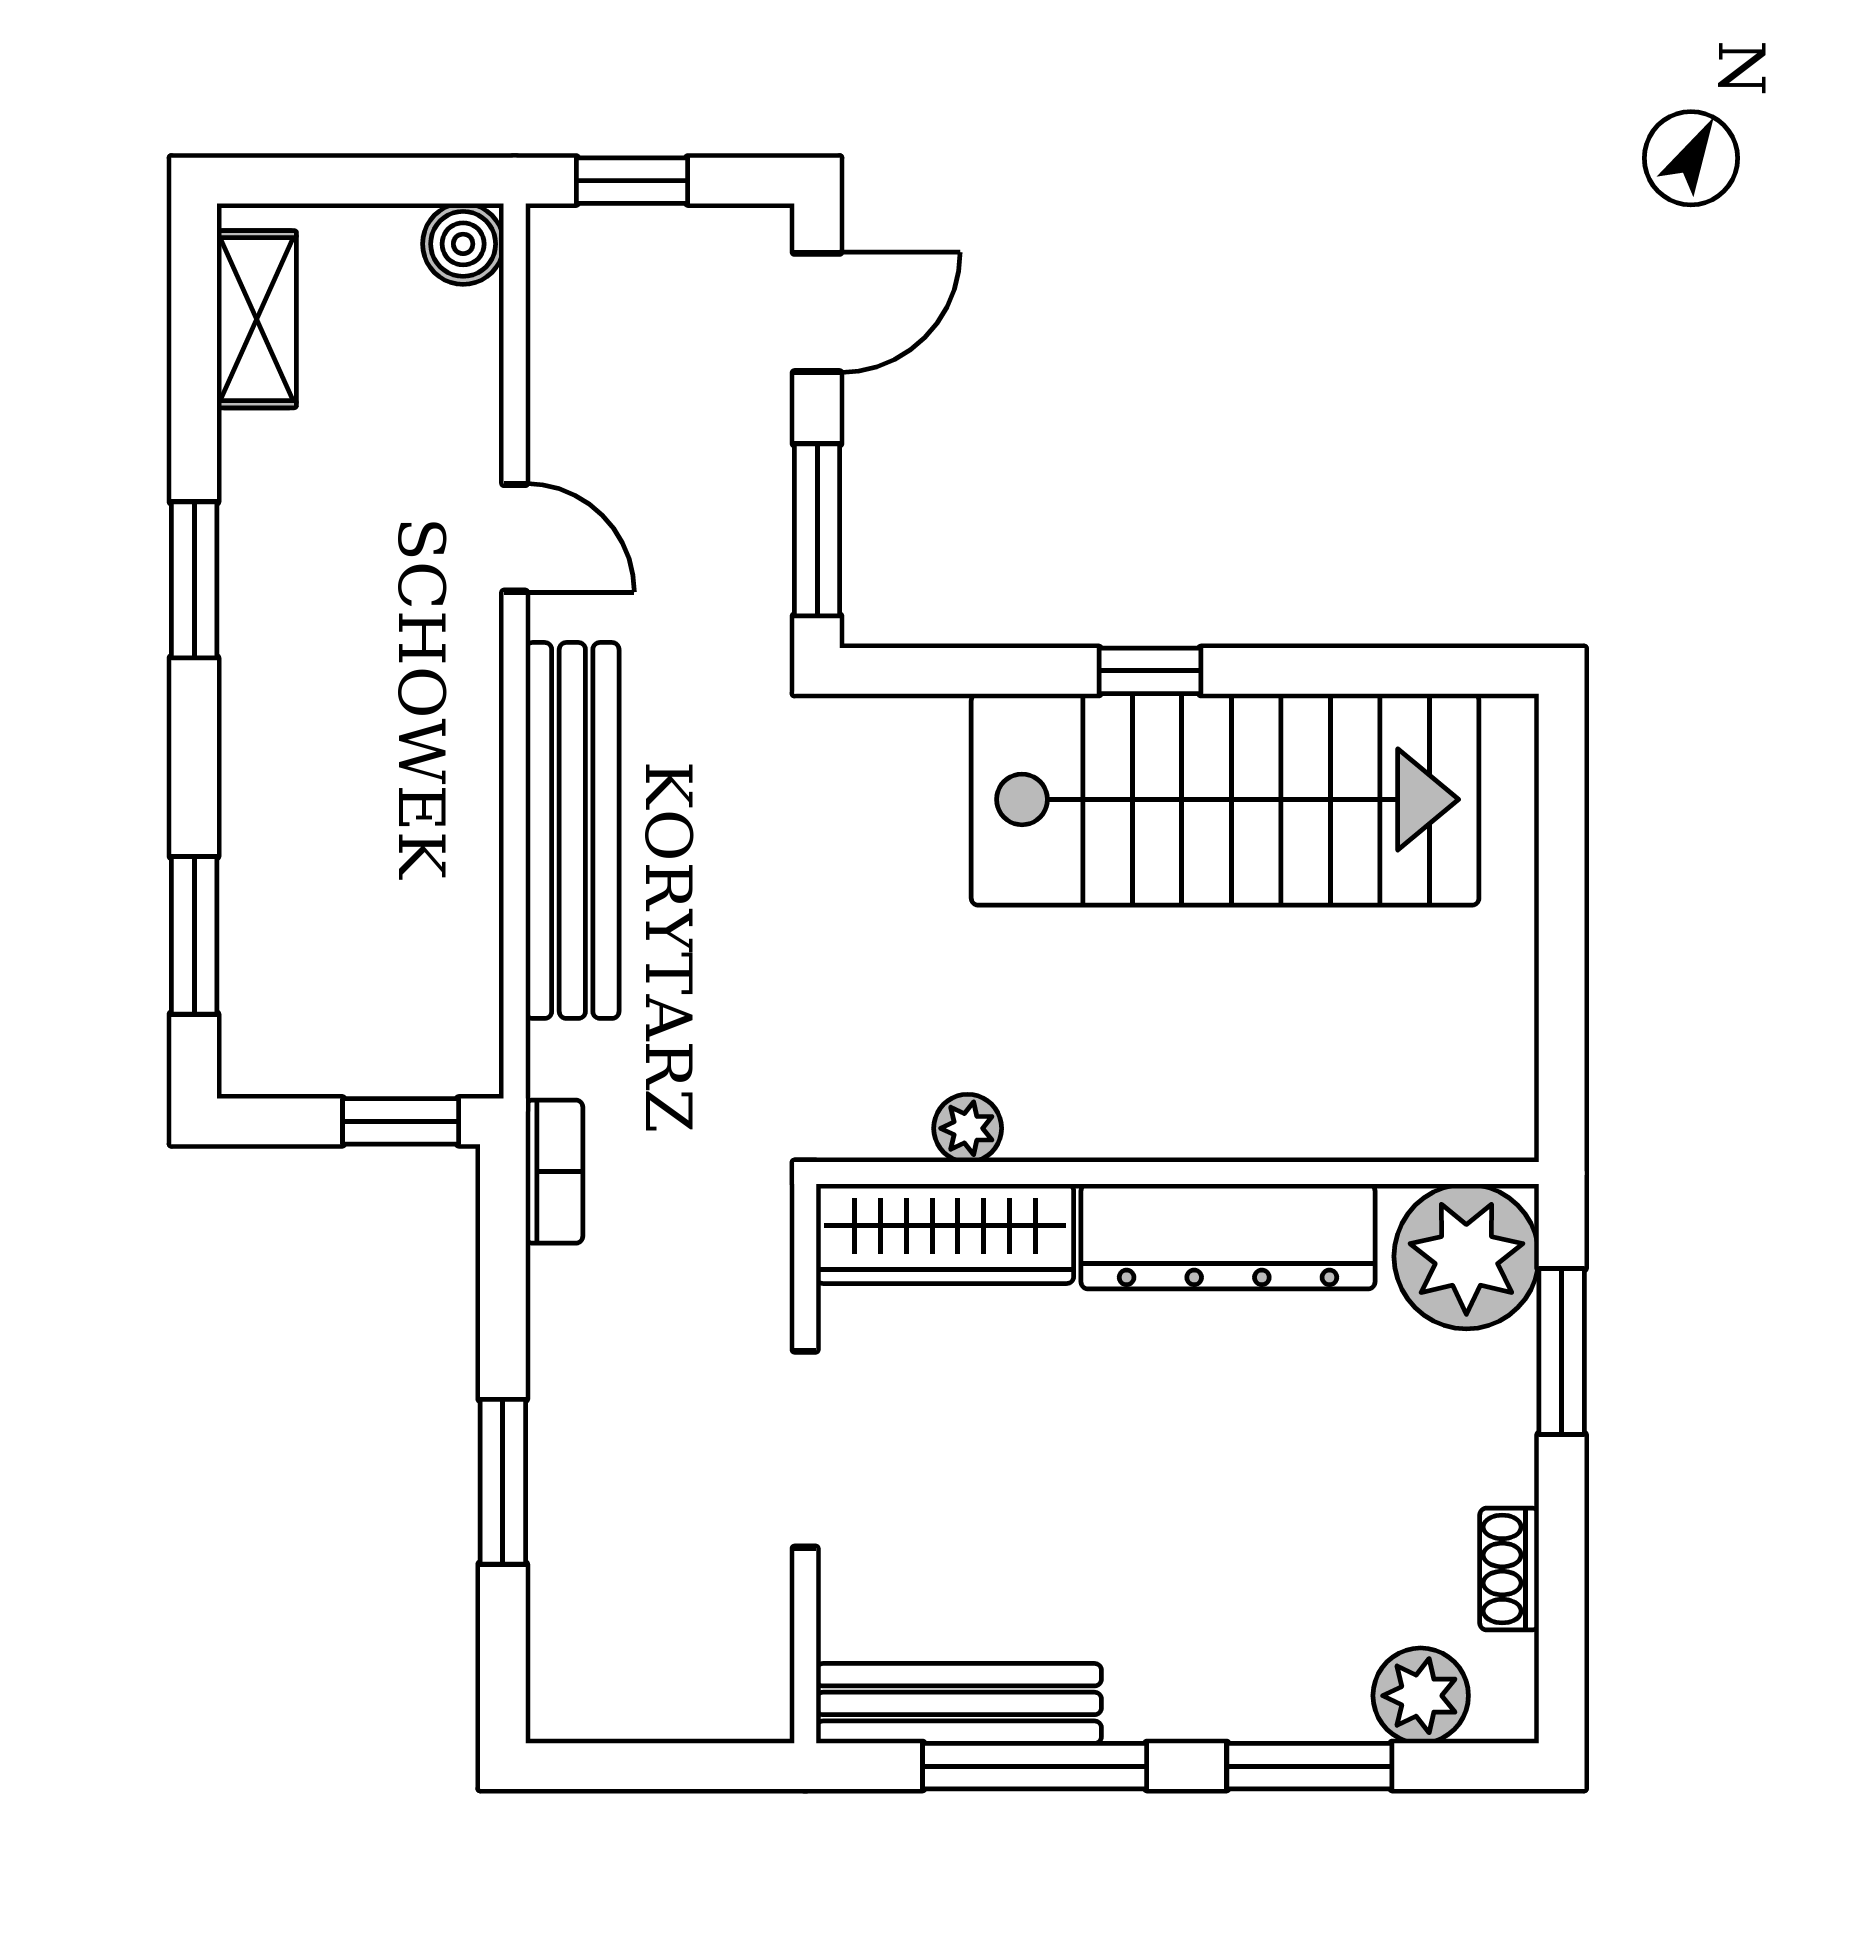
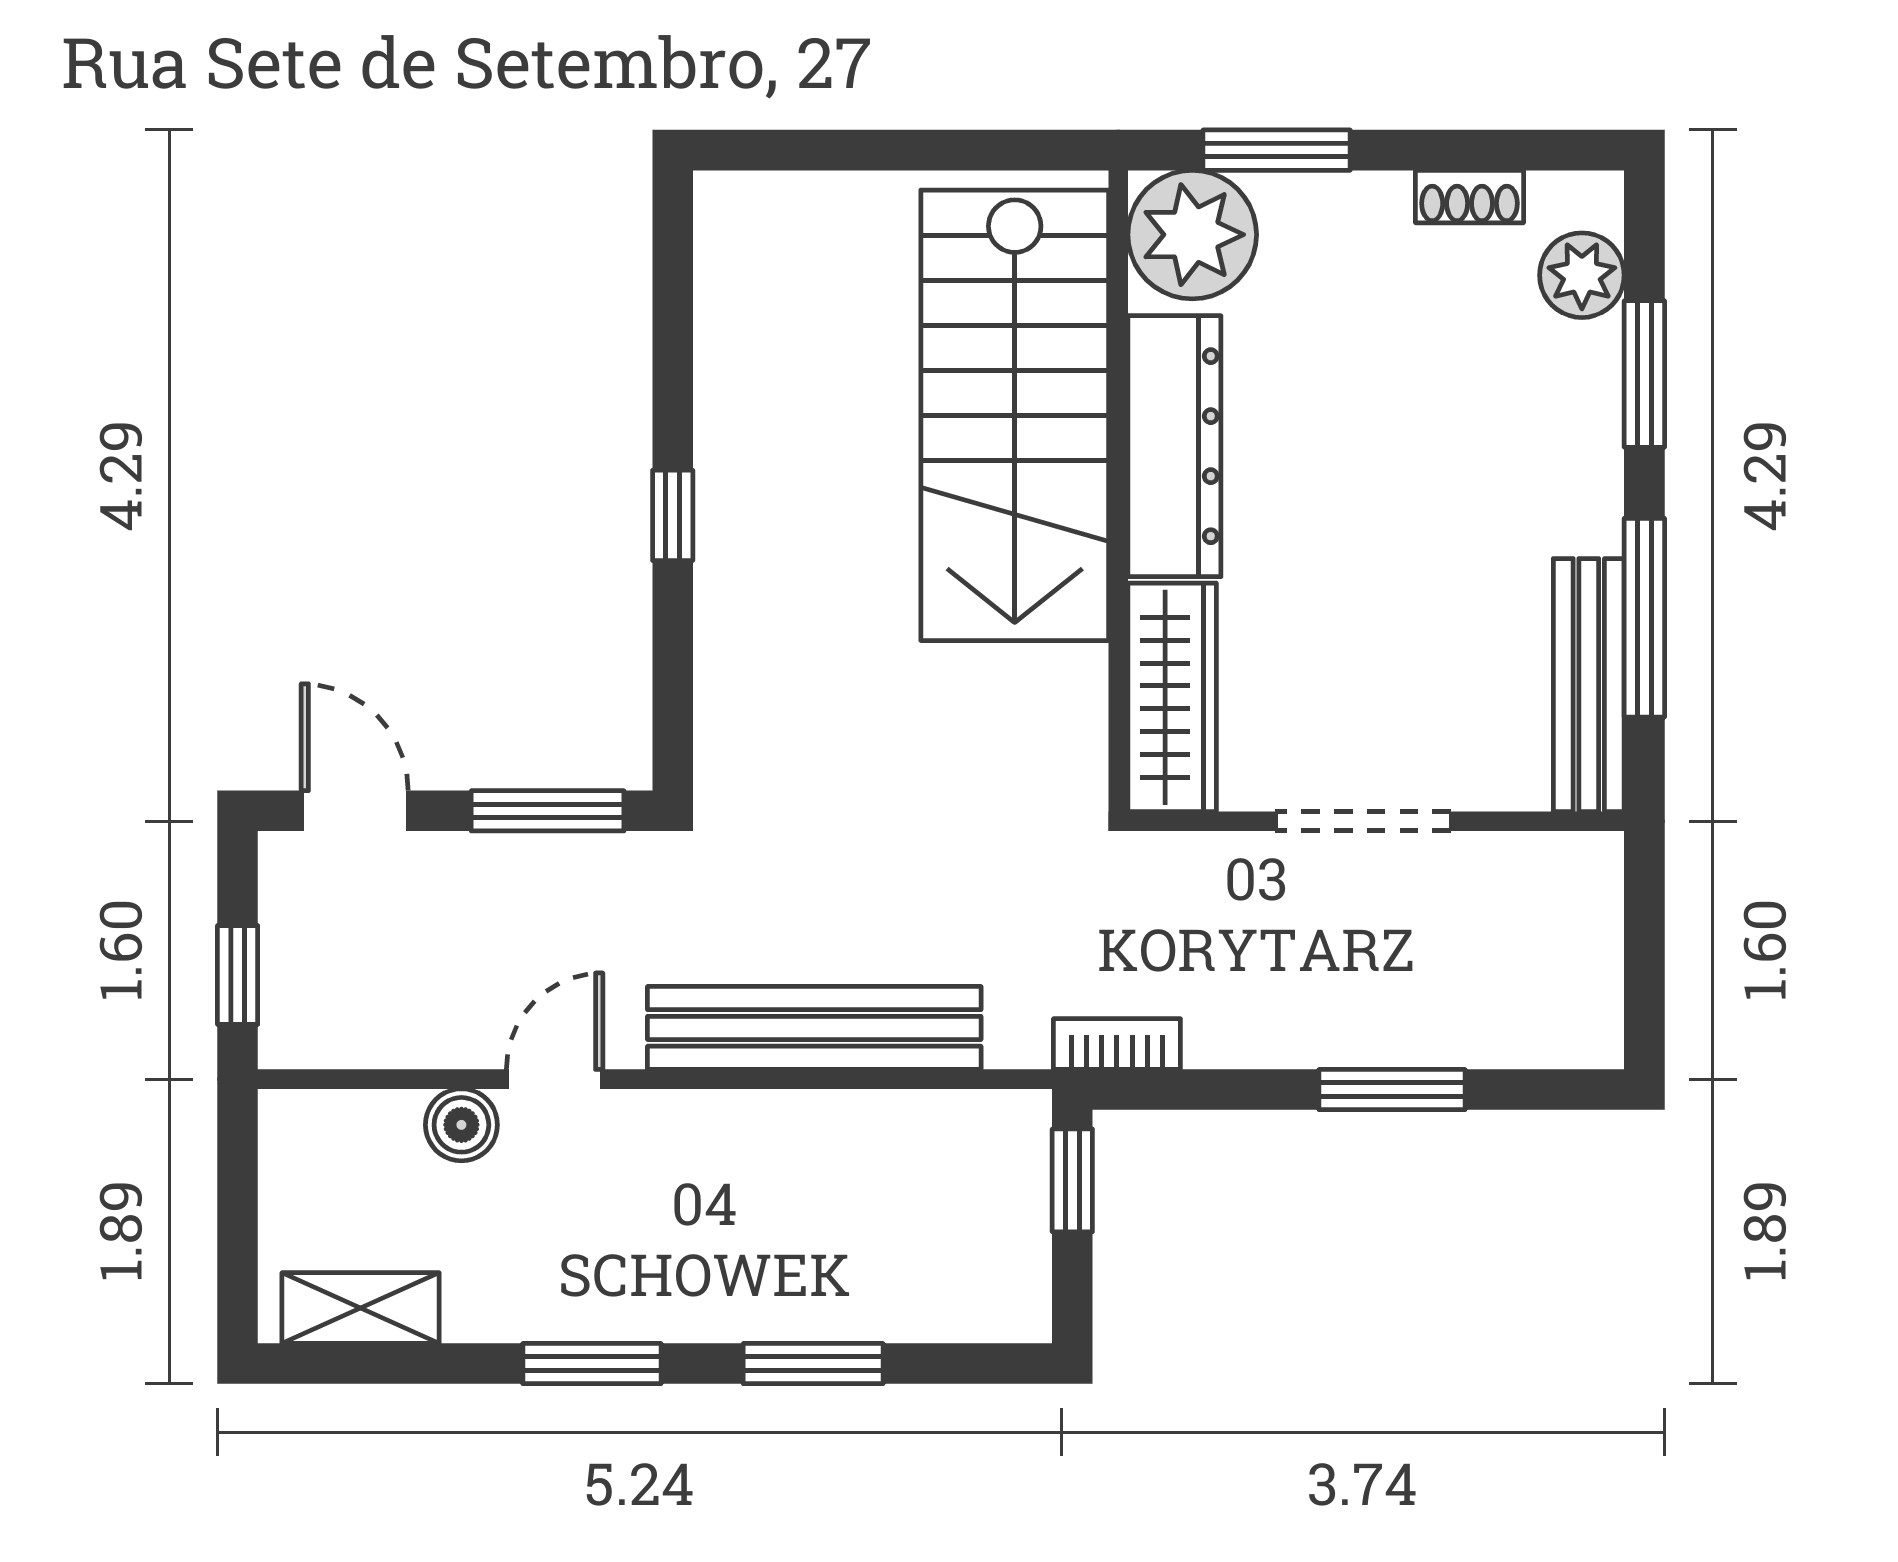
boiler: (463, 244) -> (461, 1125), moved
stairs: (1225, 799) -> (1015, 415), moved, turned 180
window: (194, 935) -> (813, 1364), moved
plant: (968, 1128) -> (1078, 677), removed

